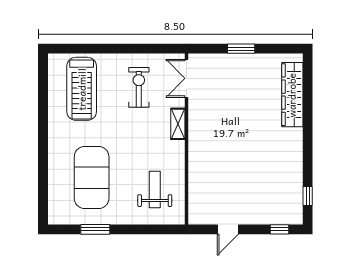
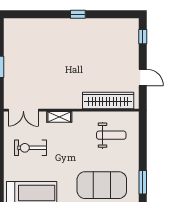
wardrobe: (292, 95) -> (108, 100), moved, turned 180
weight bench: (155, 190) -> (111, 135), turned 180
window: (308, 196) -> (78, 14), moved

